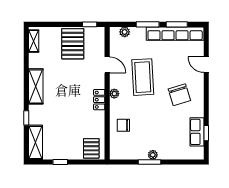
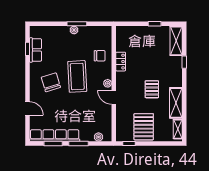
door: (107, 65) -> (114, 97), moved
coffee table: (143, 77) -> (77, 76), moved
shelving: (36, 86) -> (176, 103), moved
locker: (99, 100) -> (121, 62), moved
pallet: (91, 148) -> (152, 89), moved

